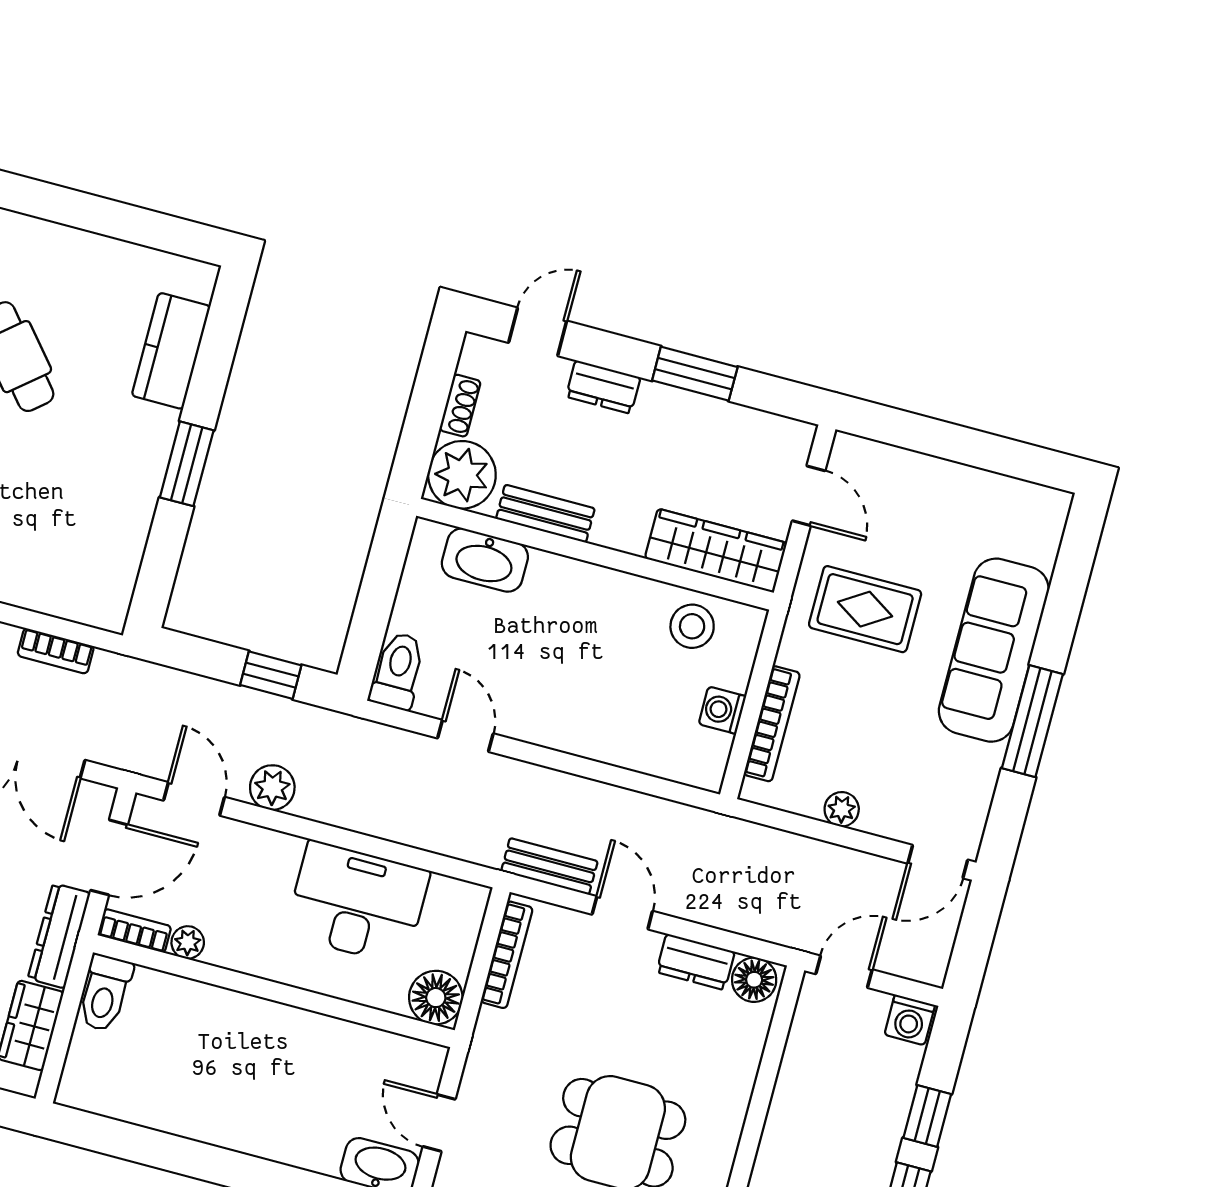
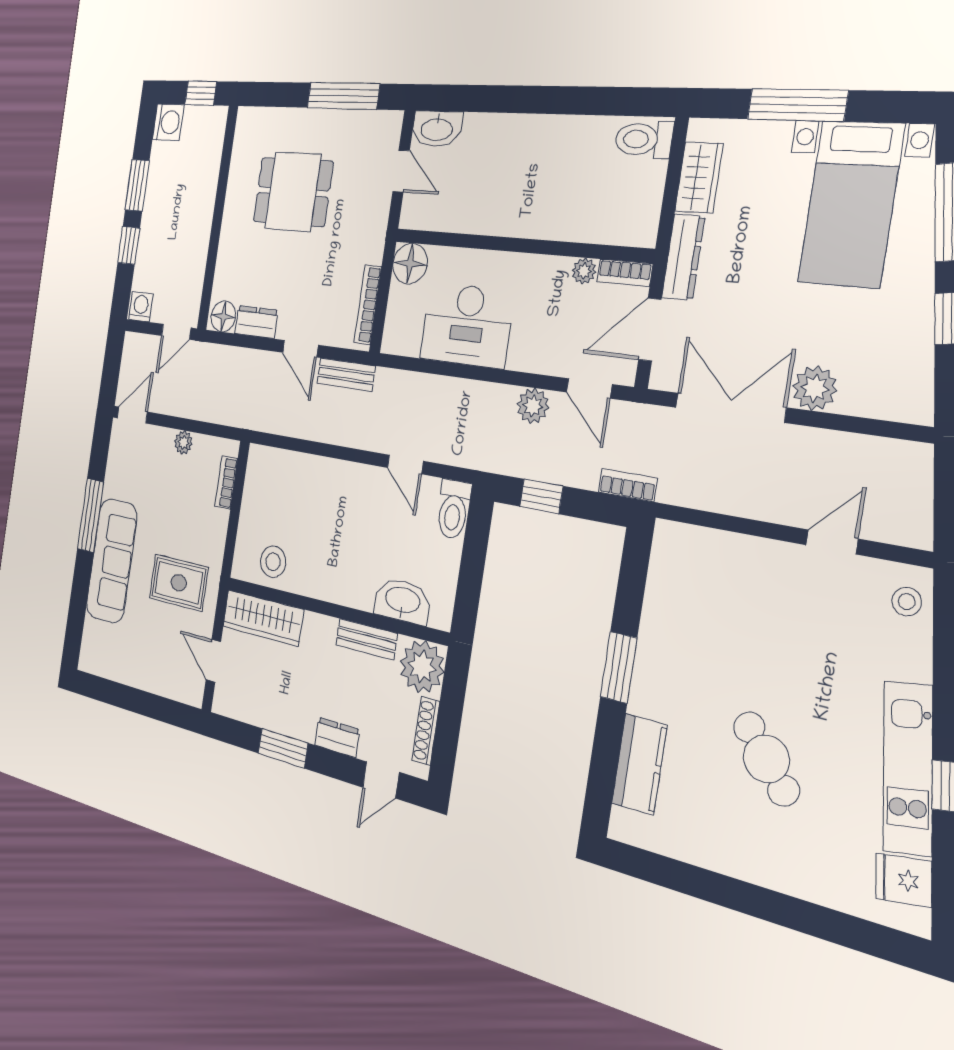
shoe rack: (460, 406) -> (426, 731), width x1.43
bookcase: (56, 651) -> (628, 485), moved
washing machine: (722, 710) -> (252, 503), removed
bookcase: (772, 724) -> (226, 483), width x0.64
toilet: (105, 993) -> (644, 139), moved, turned -90

